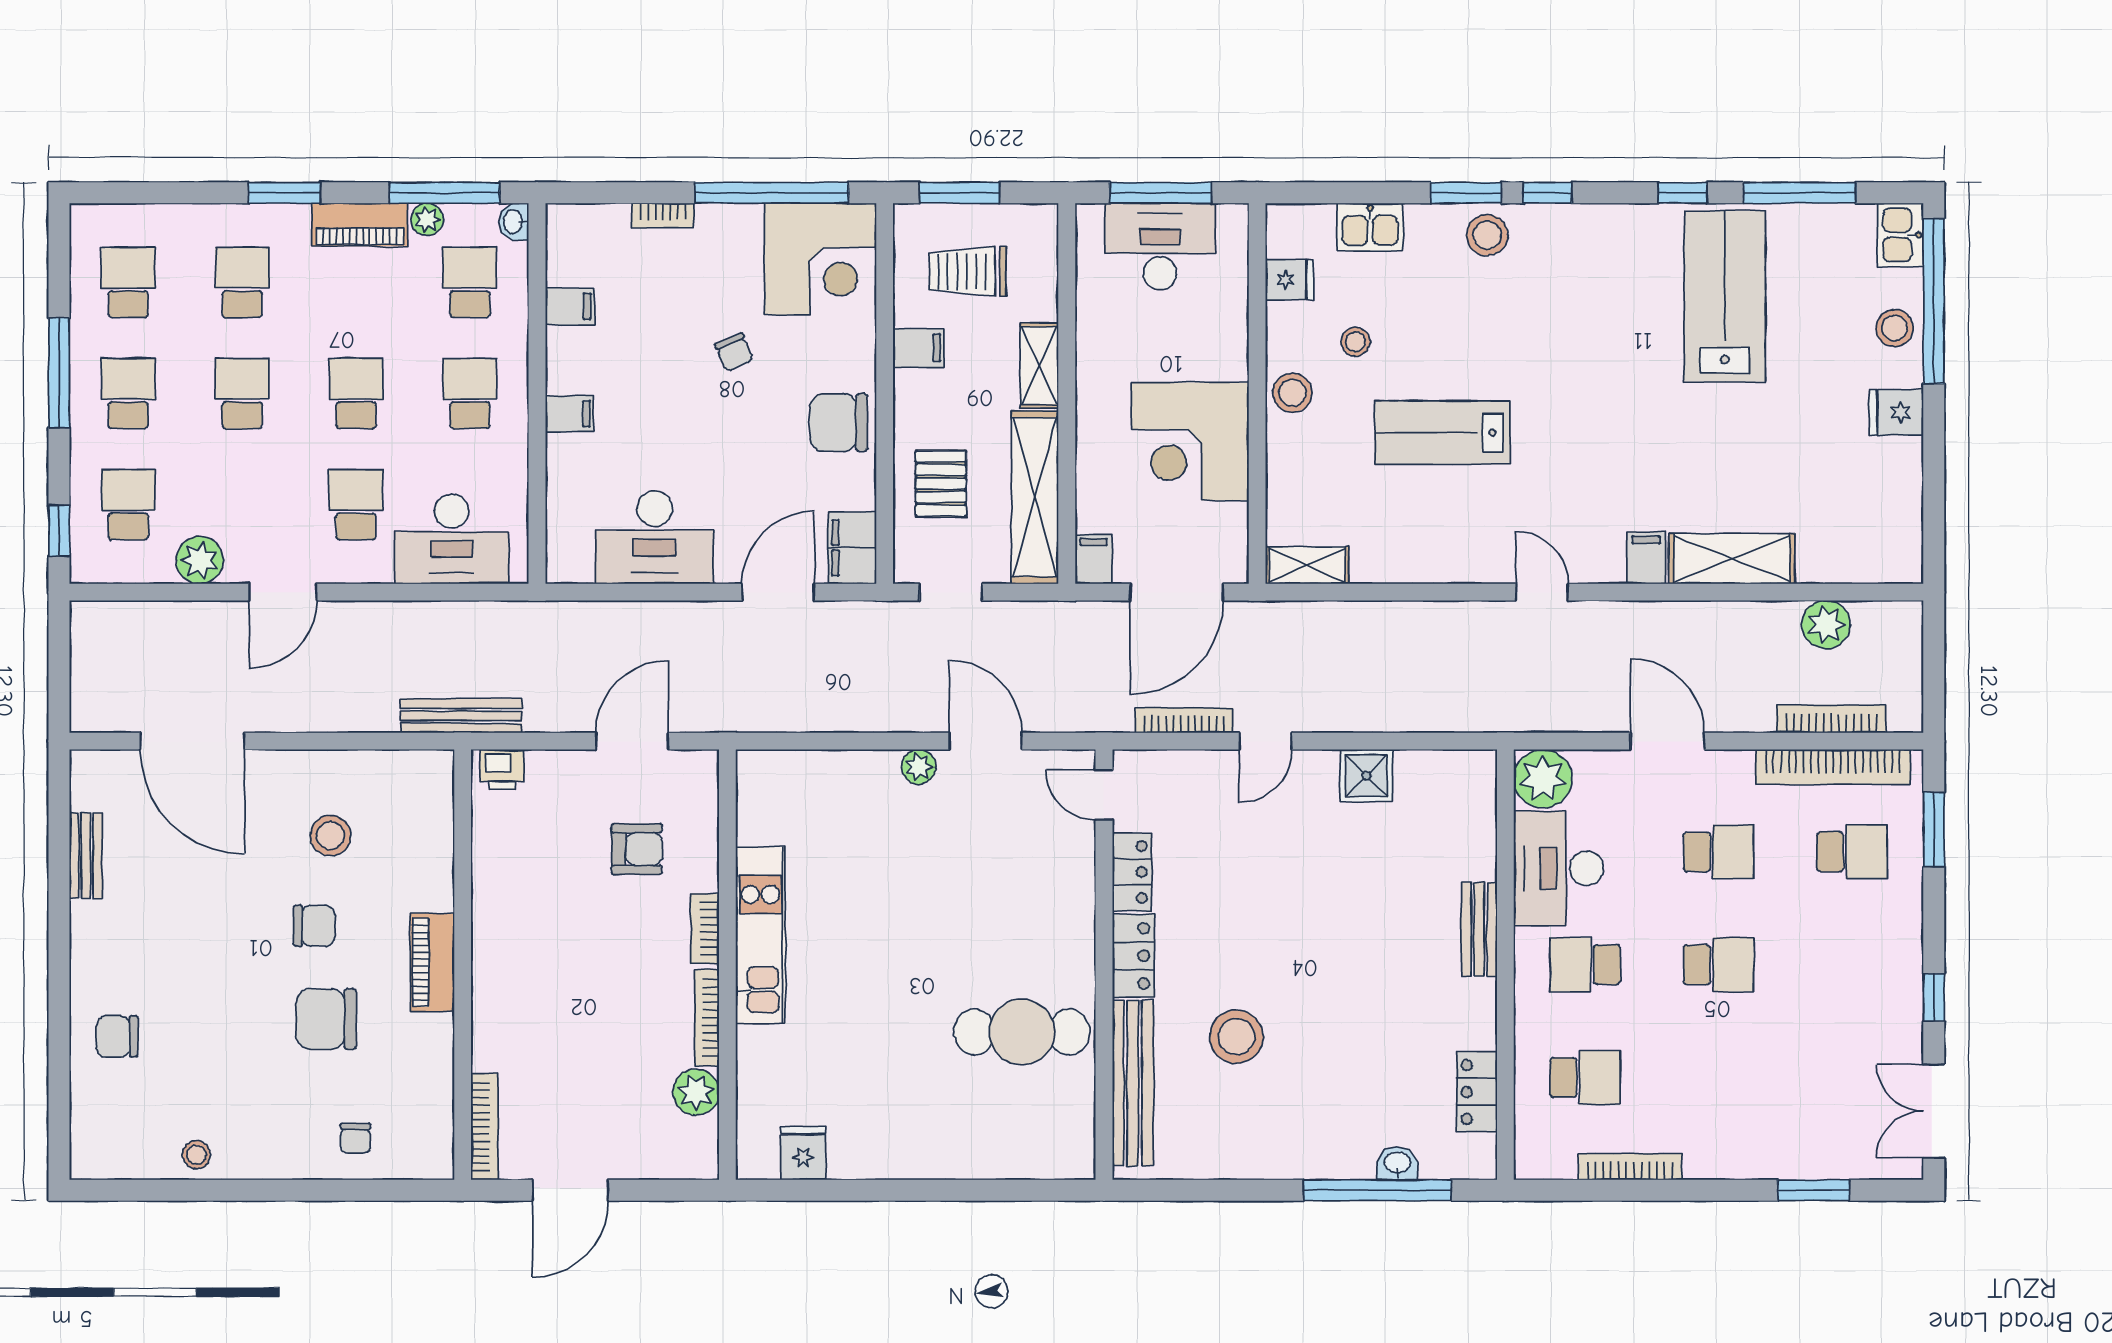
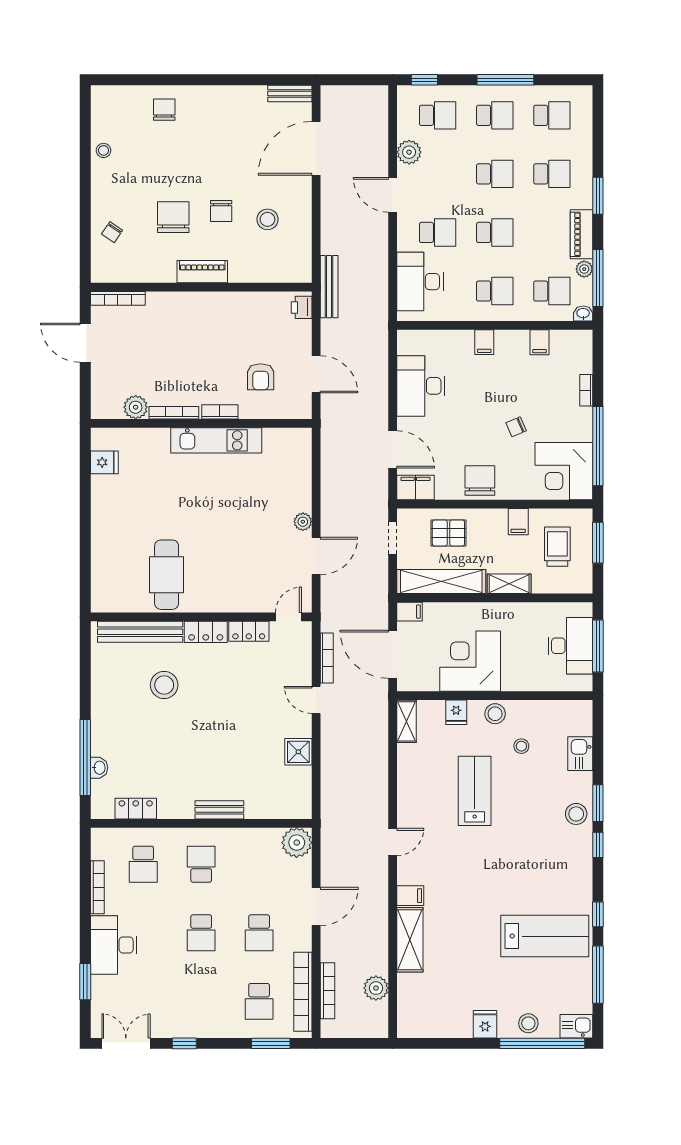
fridge: (1289, 279) -> (456, 712), moved
bench: (86, 856) -> (290, 94), moved
desk: (1559, 868) -> (114, 945), moved, turned -90
chair: (355, 1138) -> (112, 232), turned -56

